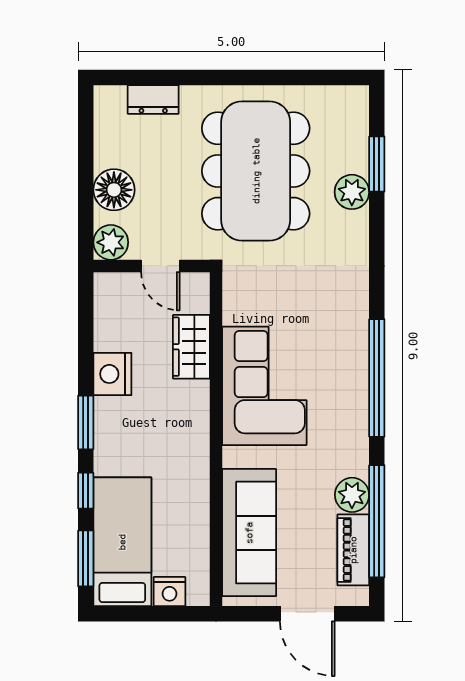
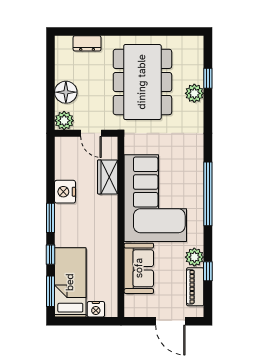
window: (377, 164) -> (208, 78), width x0.67
corner sofa: (264, 386) -> (155, 198), width x1.36, depth x1.36
window: (377, 521) -> (208, 271), width x0.32
sofa: (249, 533) -> (139, 268), width x0.73

